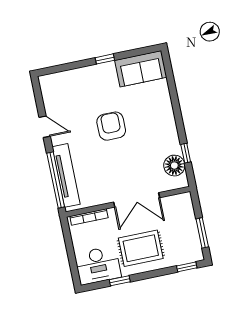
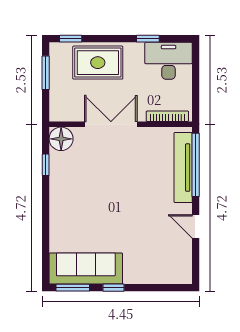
window: (140, 52) -> (73, 288), added
sofa: (141, 69) -> (86, 269), width x1.36
armchair: (111, 126) -> (122, 212), removed
floor lamp: (174, 166) -> (61, 139), moved
rug: (141, 248) -> (98, 63), moved

